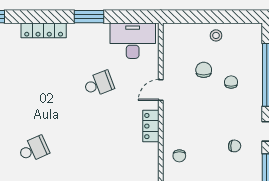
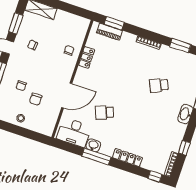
window: (89, 17) -> (96, 157), width x1.44
washbasin: (99, 31) -> (93, 145), added
door: (161, 90) -> (67, 96), width x1.87
locker: (151, 126) -> (87, 57), moved

